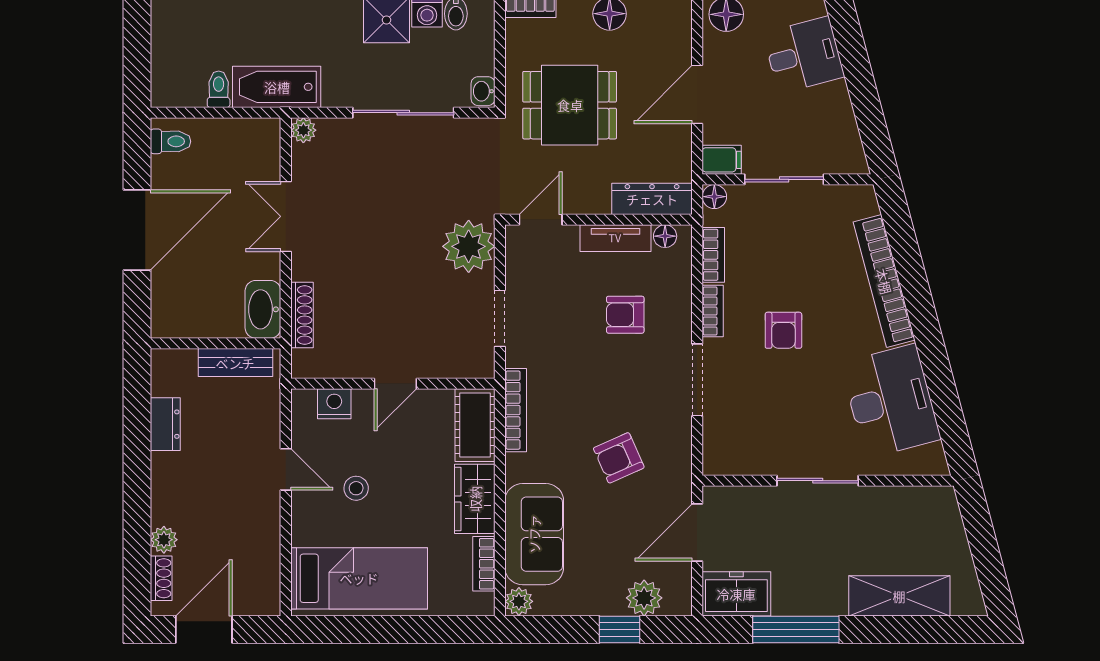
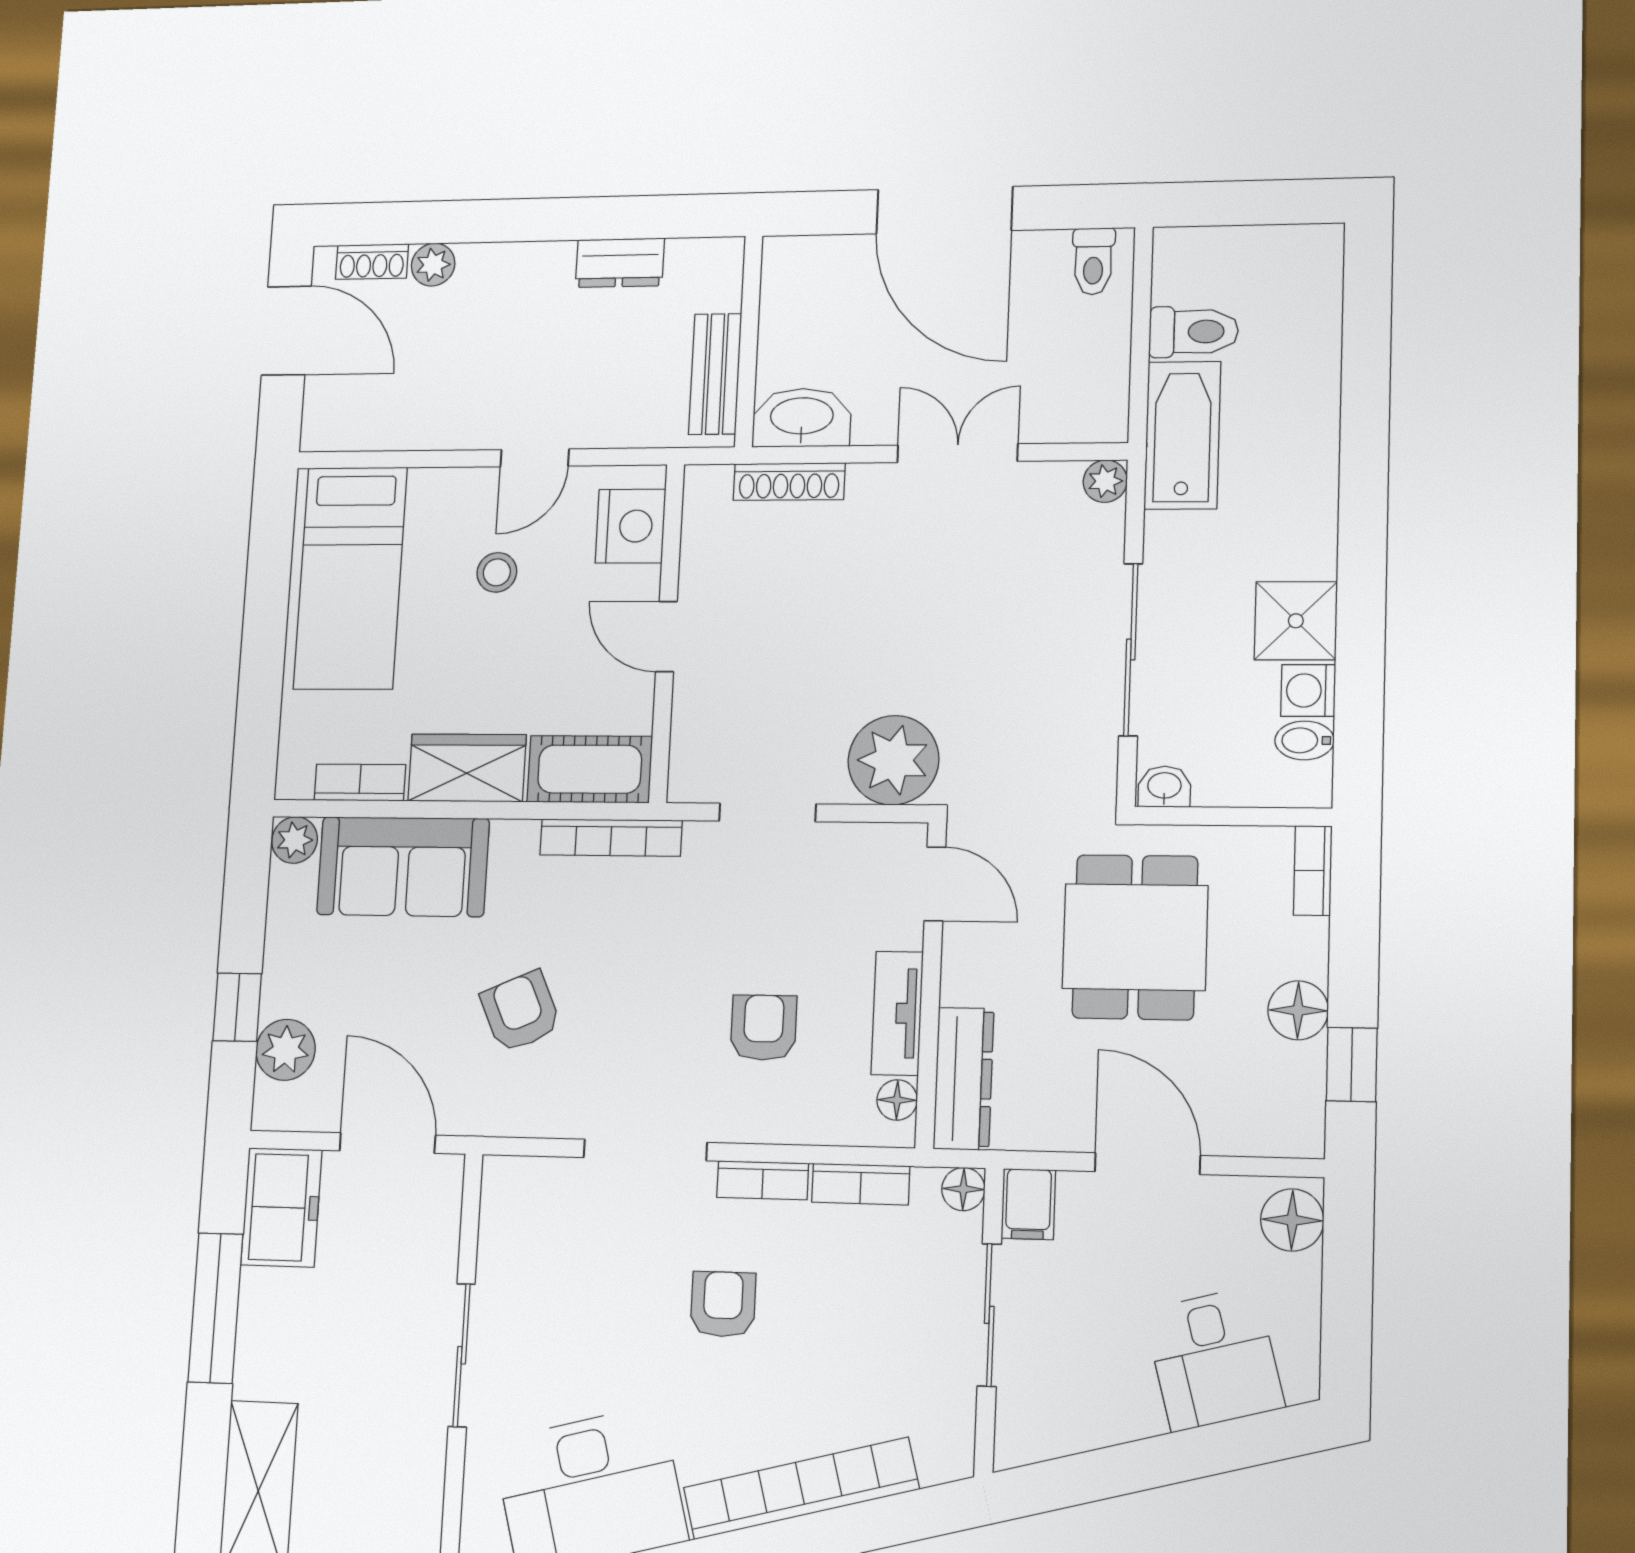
toilet: (219, 89) -> (1194, 332), width x1.37, depth x1.39
armchair: (783, 330) -> (723, 1304), turned 90
nightstand: (334, 404) -> (630, 526), width x1.36, depth x1.33

